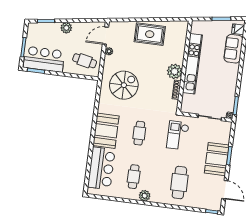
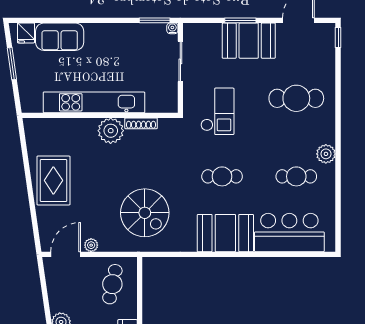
door: (106, 36) -> (66, 254), swing flipped
spiral stairs: (124, 85) -> (145, 213), turned 180
checkout: (178, 135) -> (217, 111), turned -90

